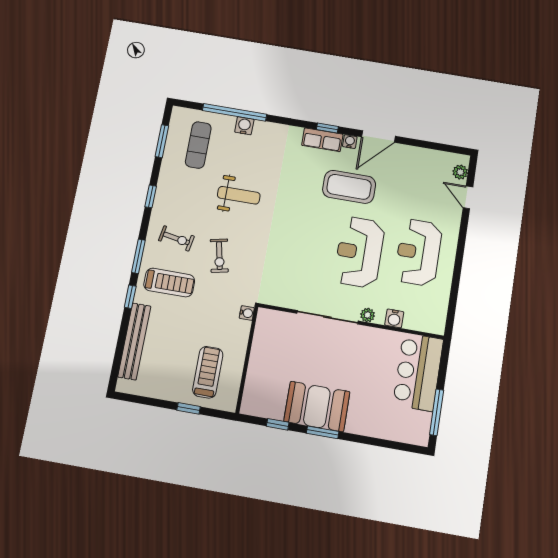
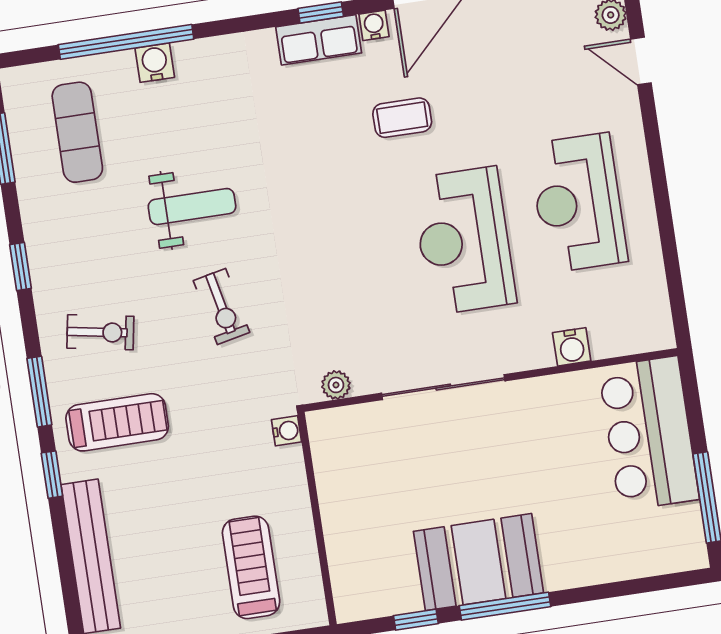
coffee table: (349, 187) -> (402, 118), width x0.54, depth x0.58
exercise bike: (219, 256) -> (222, 307), moved
plant: (368, 315) -> (336, 385), moved
window: (323, 432) -> (505, 606), width x1.44

